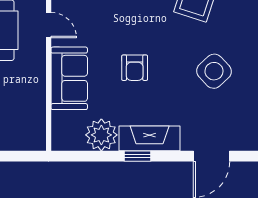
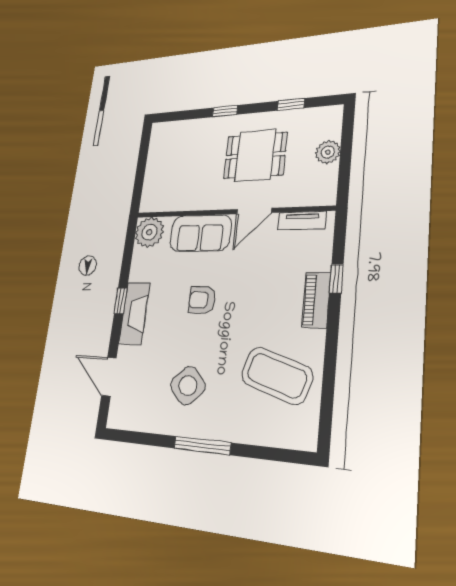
door: (49, 25) -> (254, 211), width x1.37
plant: (101, 135) -> (149, 232), moved

